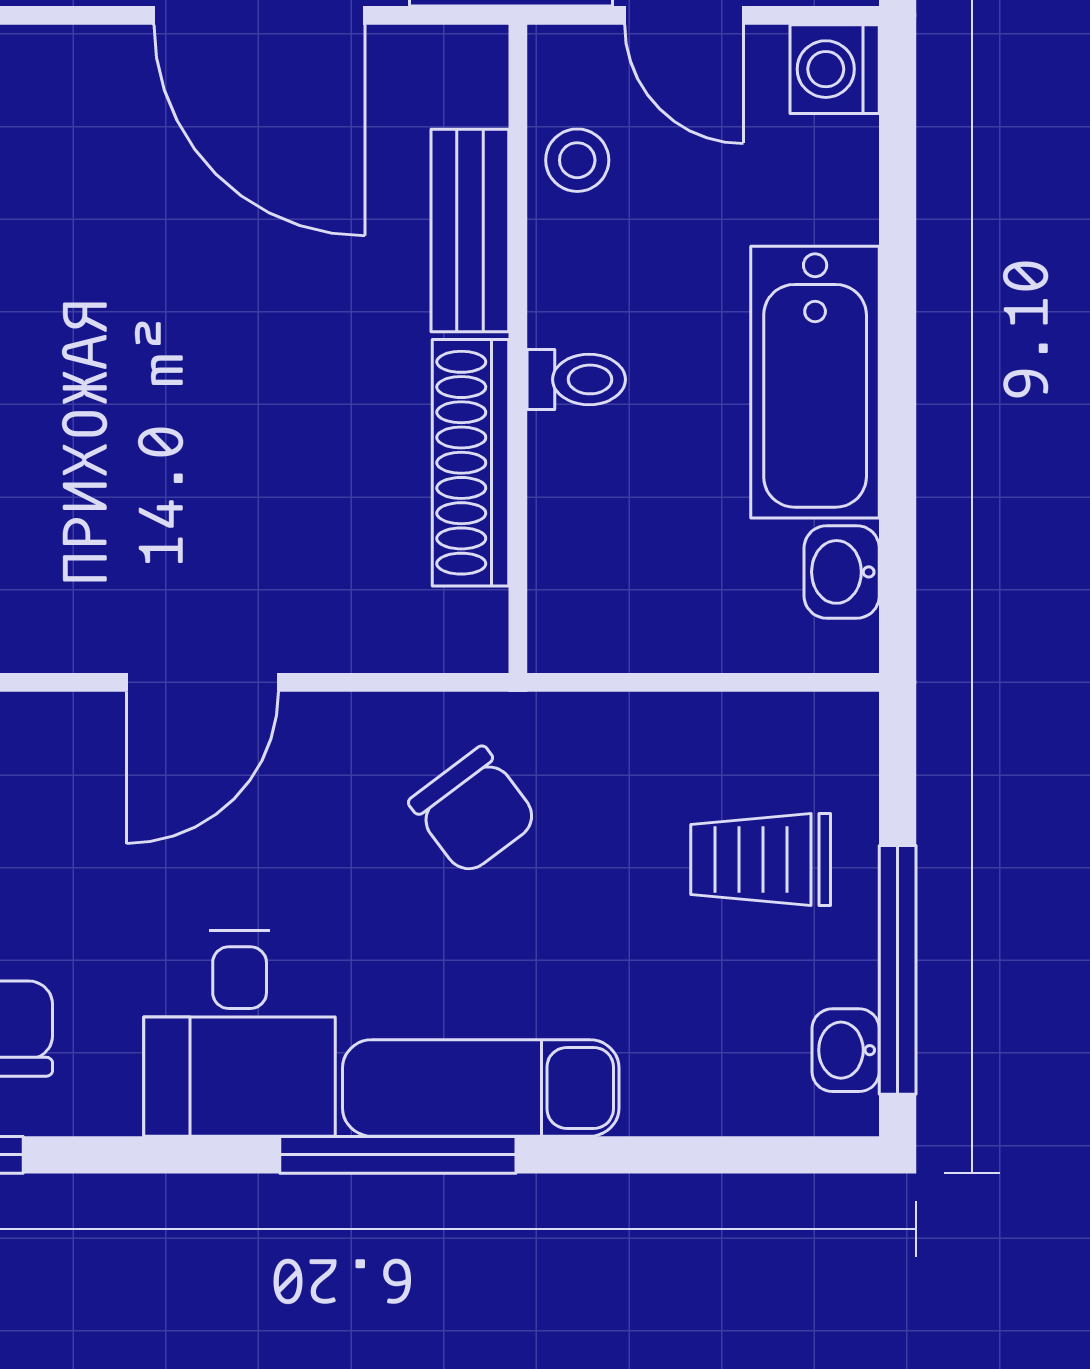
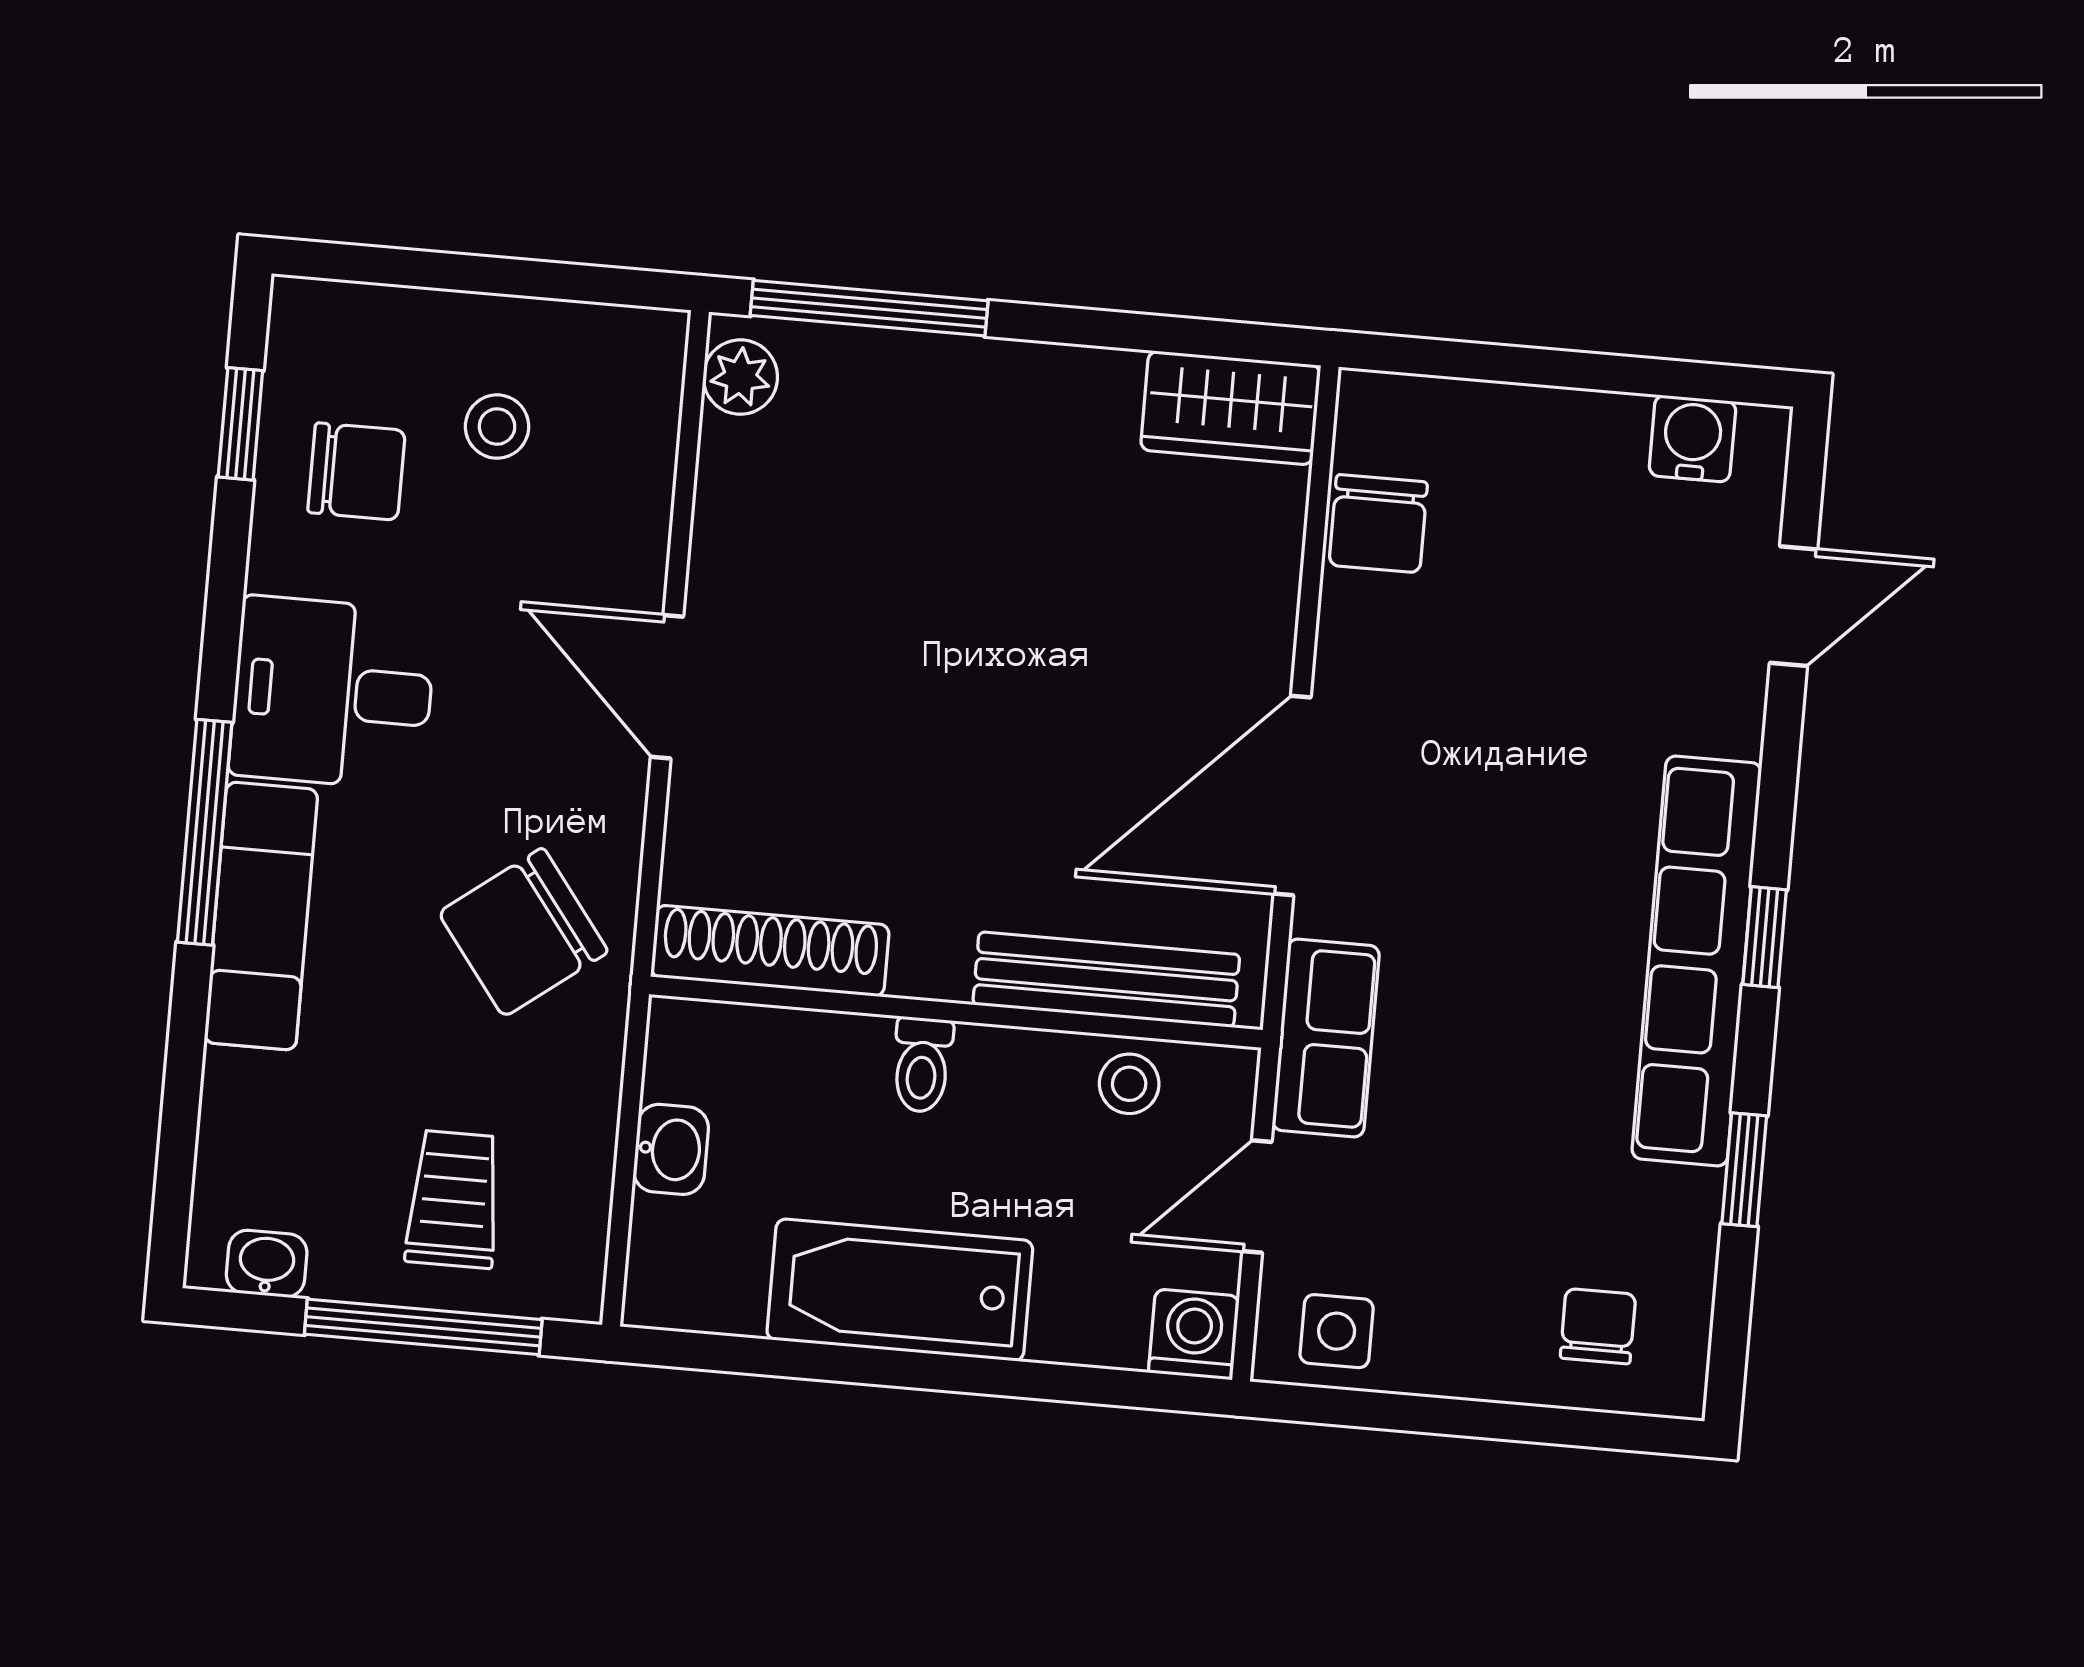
bench: (470, 231) -> (1106, 980), width x1.36
shoe rack: (470, 463) -> (770, 951), moved
washbasin: (842, 572) -> (671, 1149), moved, turned 90
chair: (474, 811) -> (523, 932), width x1.37, depth x1.37
window: (898, 970) -> (423, 1327), moved

